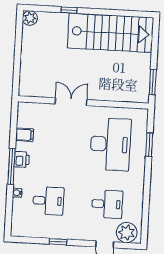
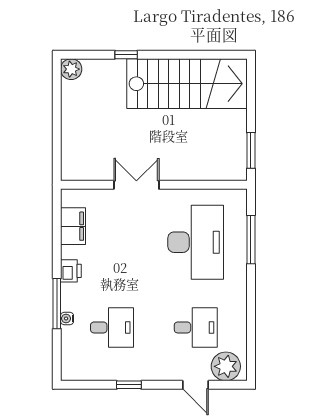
filing cabinet: (25, 135) -> (73, 226), width x2.00
window: (149, 145) -> (251, 240), width x1.44
window: (11, 166) -> (57, 304), moved

